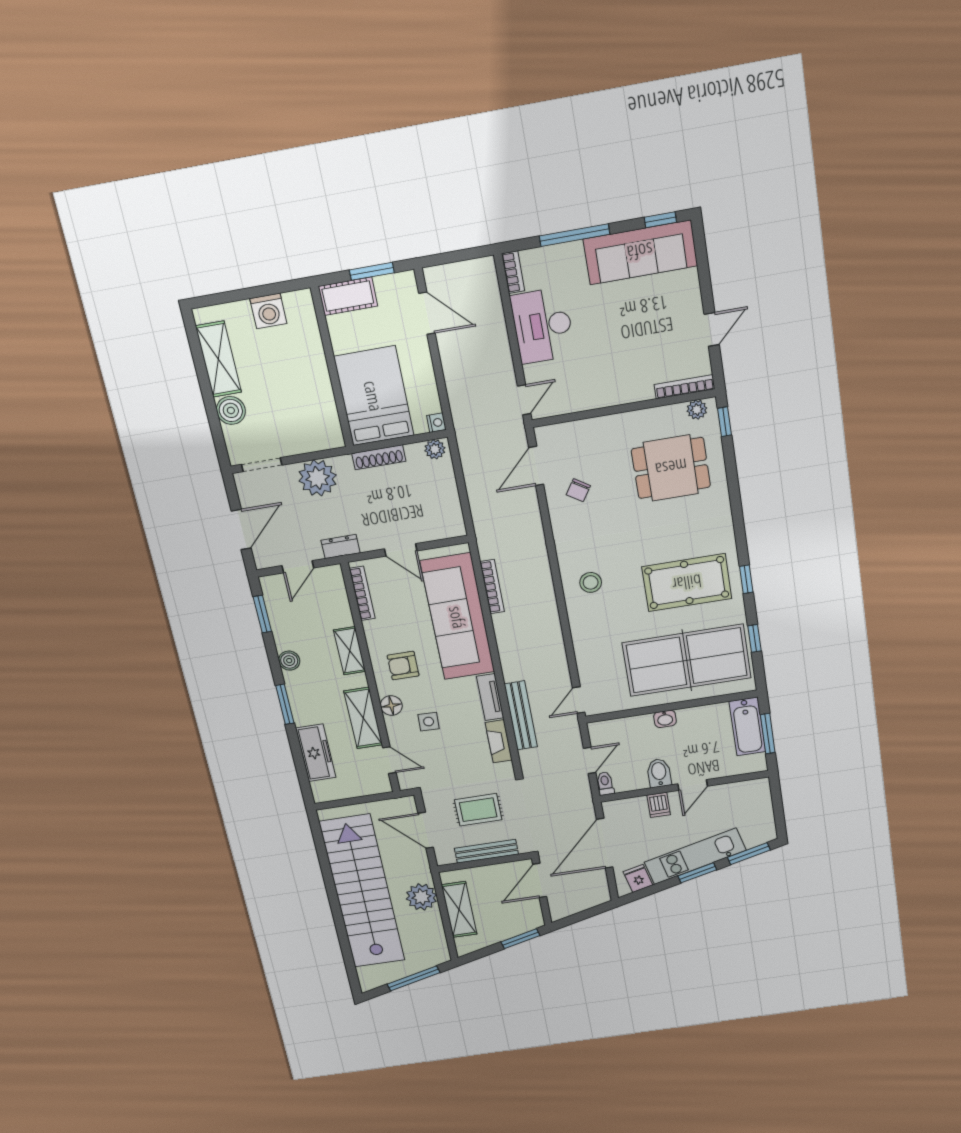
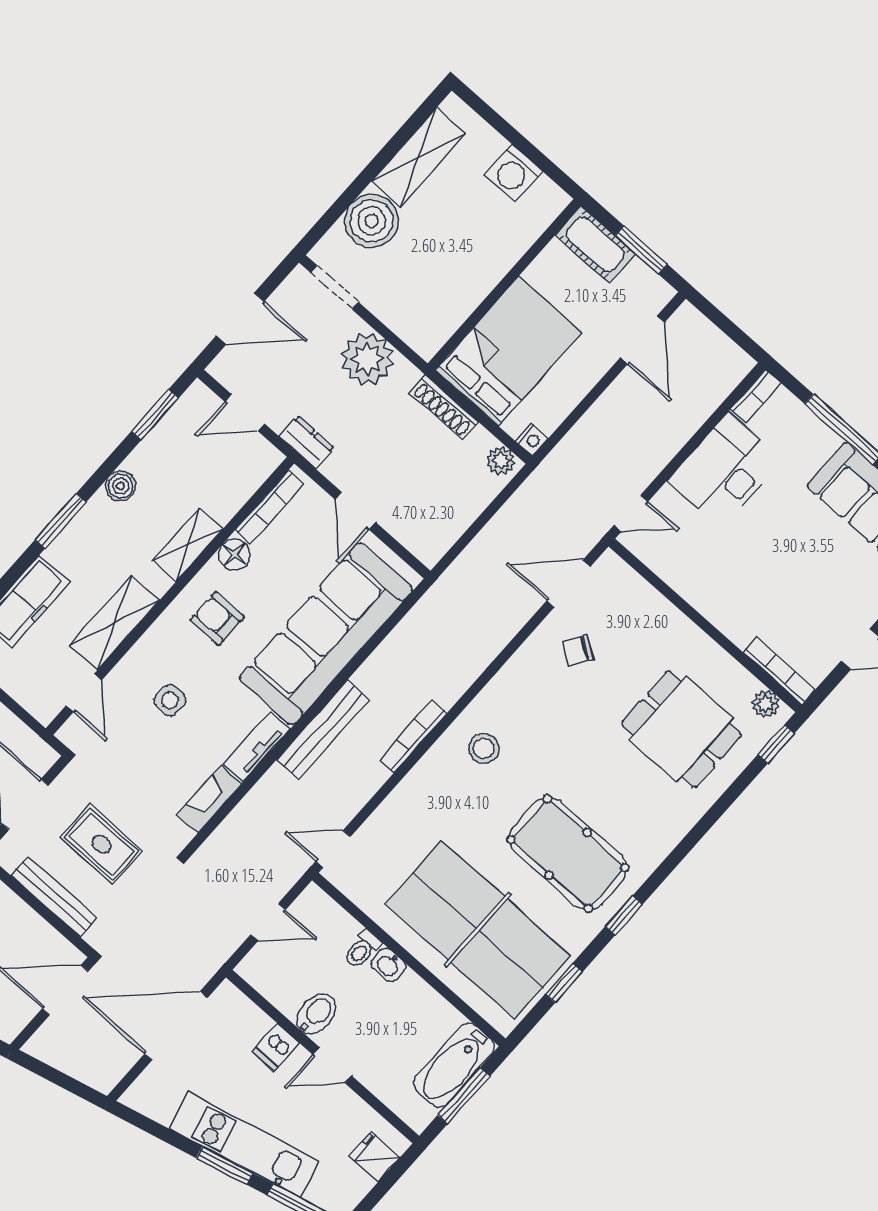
boiler: (231, 410) -> (371, 221), width x1.37, depth x1.37
bookcase: (492, 587) -> (413, 736), moved, turned 180
floor lamp: (391, 706) -> (234, 555), moved
bench: (521, 715) -> (323, 730), moved
toilet: (605, 784) -> (362, 950), moved, turned 180
fridge: (638, 878) -> (375, 1157), moved, turned -76

